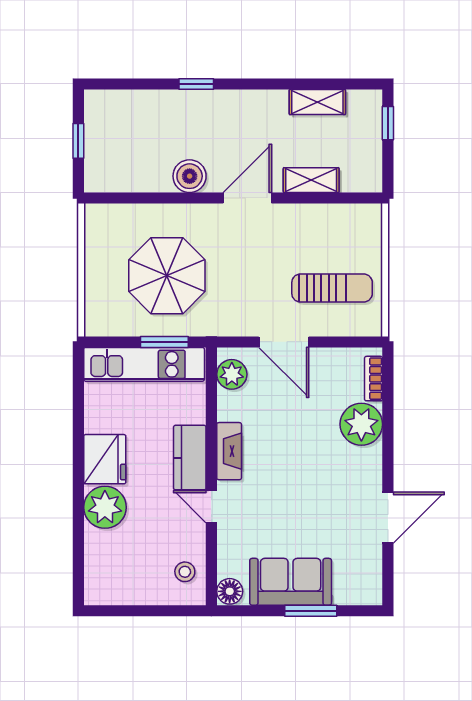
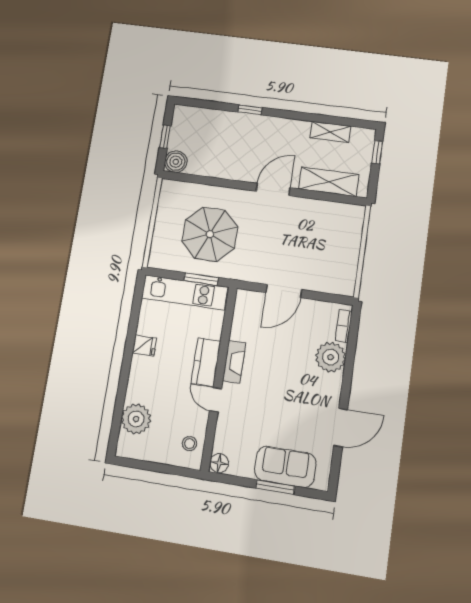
boiler: (190, 176) -> (176, 162), moved
shelving: (311, 180) -> (329, 182), width x1.50, depth x1.33
sun lounger: (332, 288) -> (323, 259), removed
door: (284, 342) -> (284, 291), hinge flipped
plant: (232, 374) -> (244, 308), removed
fridge: (105, 459) -> (144, 346), width x0.53, depth x0.75
plant: (105, 507) -> (136, 419), moved
sofa: (291, 582) -> (285, 467), moved

